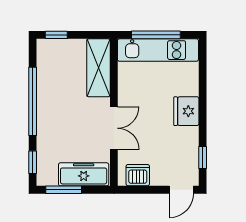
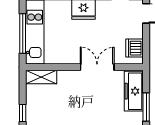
shelving: (98, 68) -> (41, 77), width x0.67, depth x0.75

